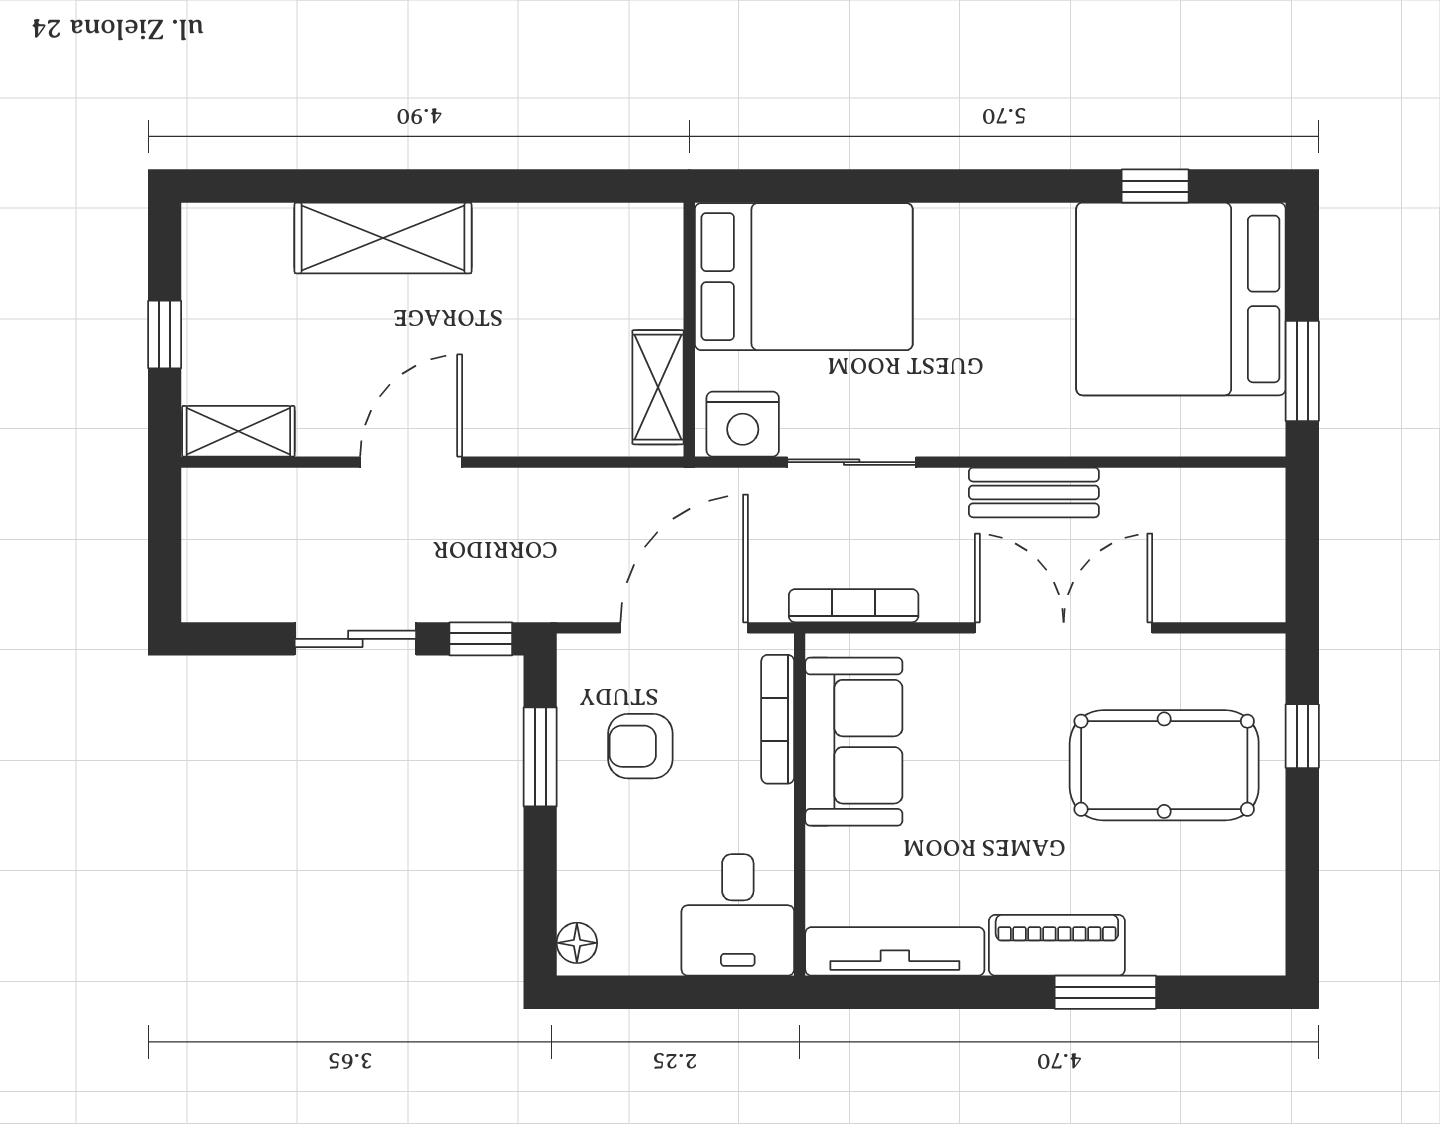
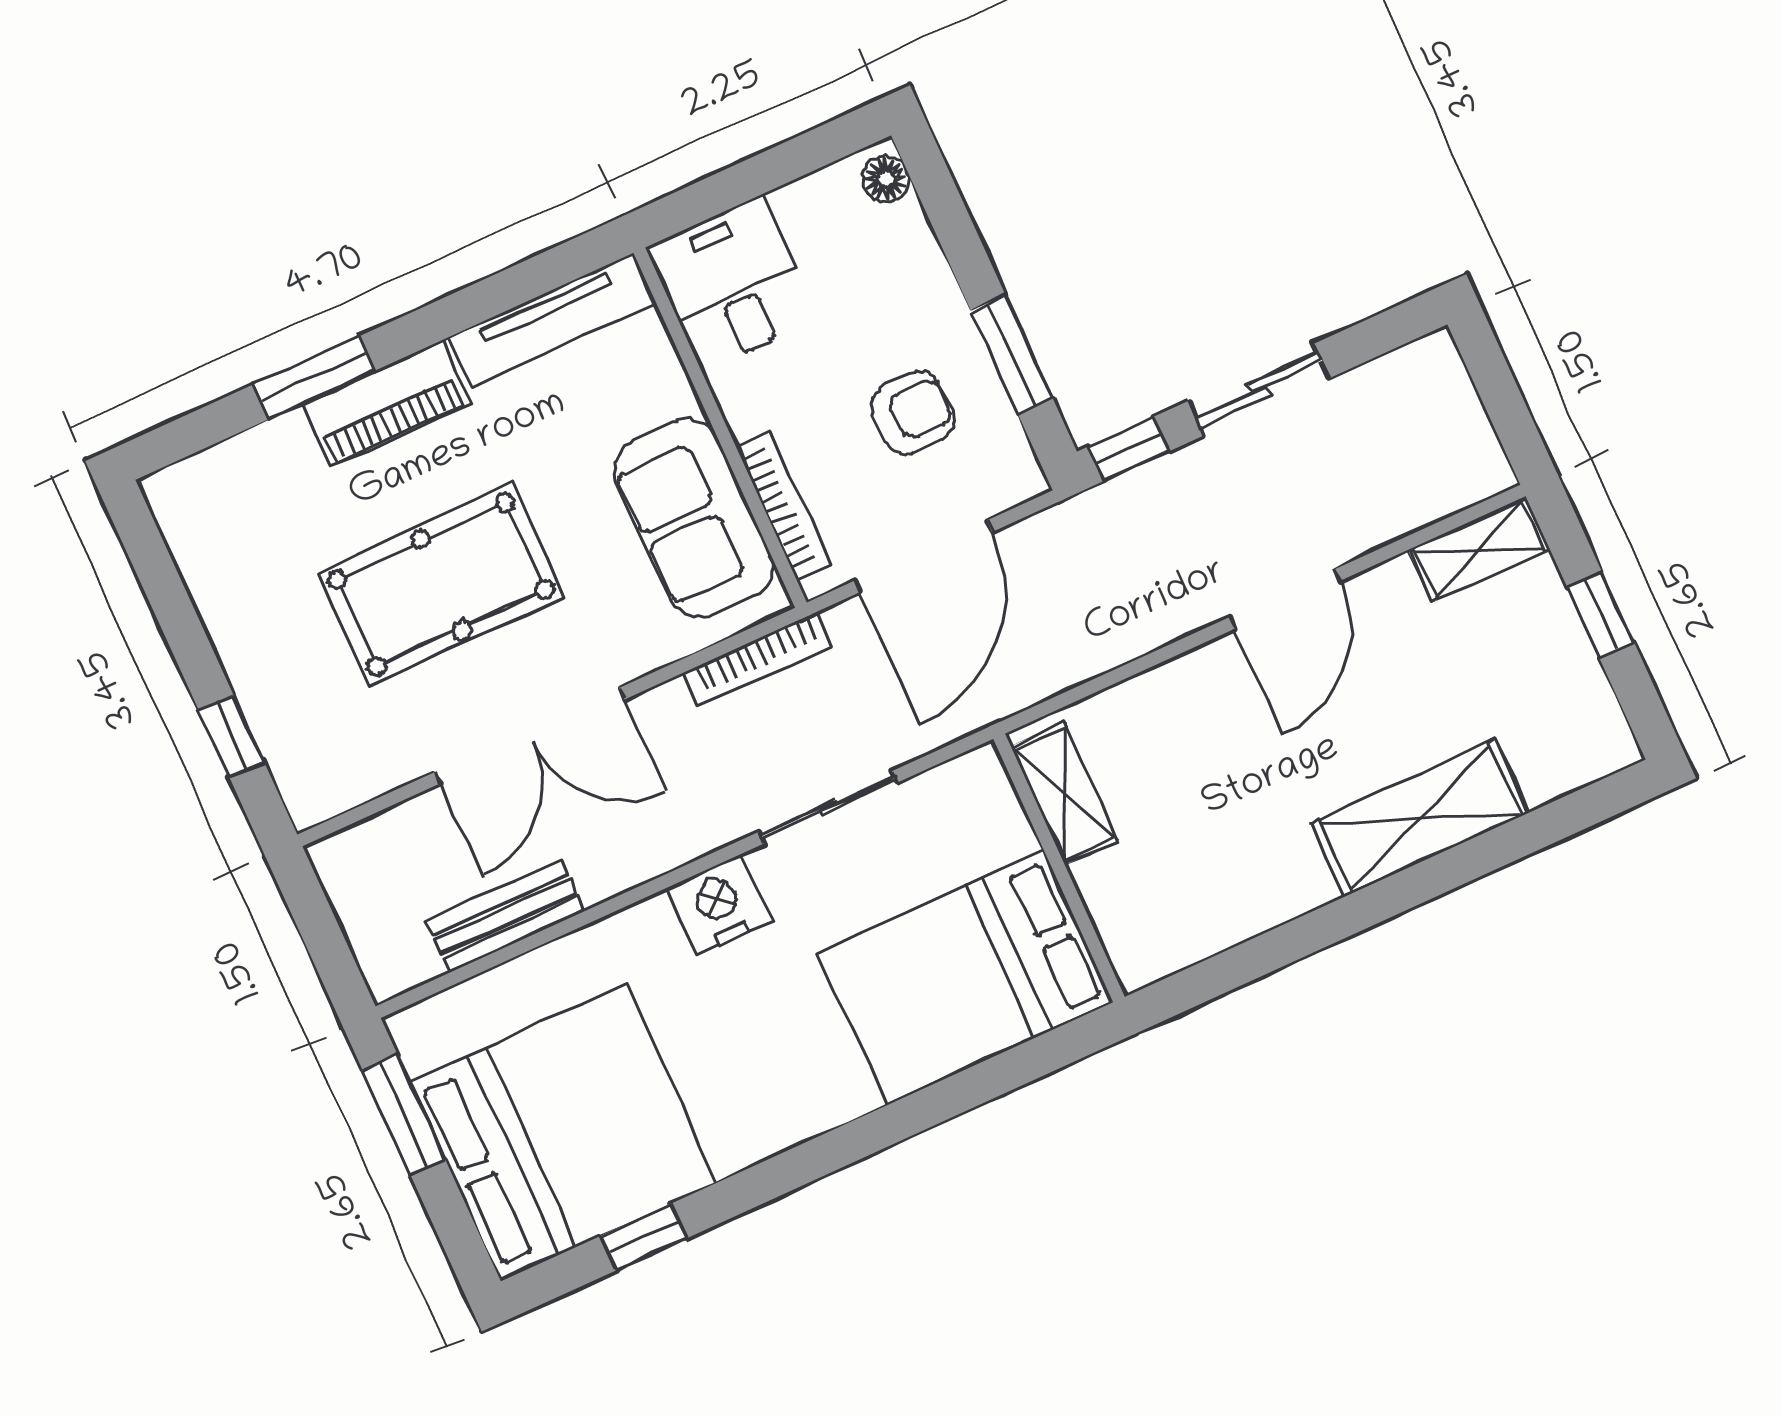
nightstand: (743, 424) -> (719, 904), moved
bench: (1034, 492) -> (506, 916), moved
pool table: (1164, 765) -> (441, 585), moved

